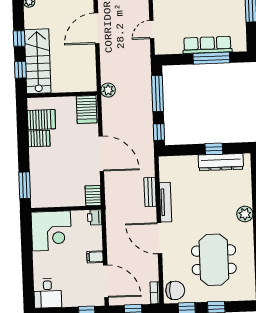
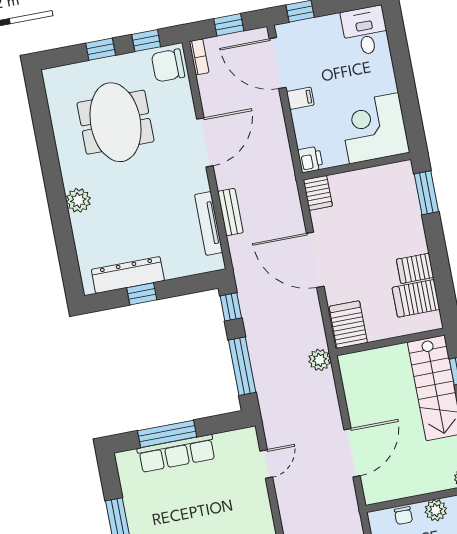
tv unit: (166, 202) -> (209, 223), moved
door: (159, 238) -> (205, 142), hinge flipped

